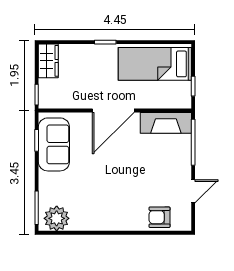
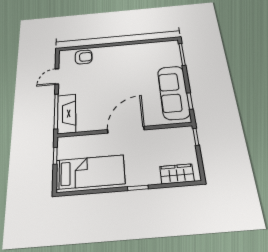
wardrobe: (48, 61) -> (177, 174), moved, turned 90
fireplace: (166, 123) -> (67, 114), moved, turned 90
sofa: (54, 144) -> (174, 92), width x1.36
plant: (57, 218) -> (165, 49), removed

